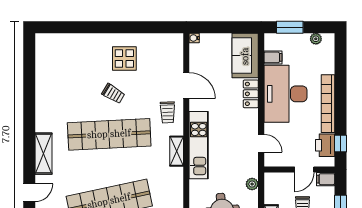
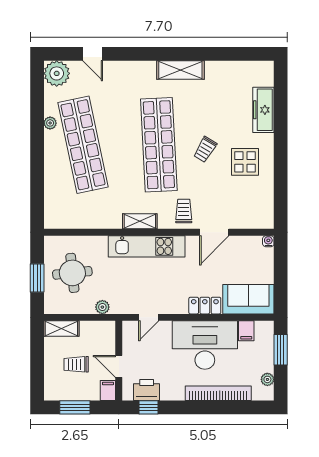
freezer: (78, 42) -> (263, 110), added
bookcase: (328, 104) -> (218, 393), moved
trolley: (168, 112) -> (184, 211), turned 92
shelving: (43, 154) -> (180, 70), moved

